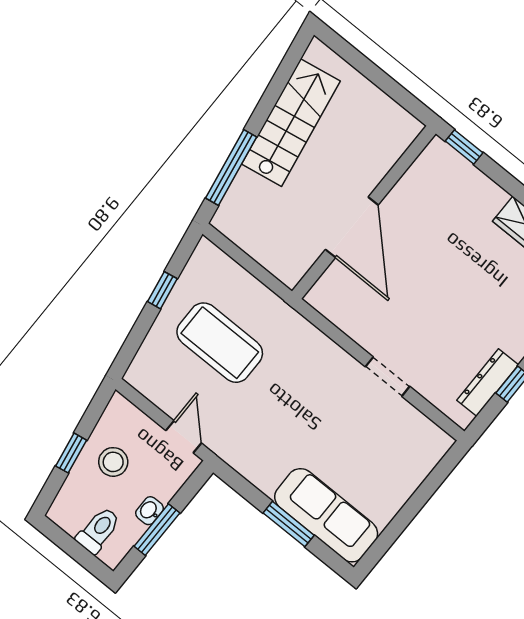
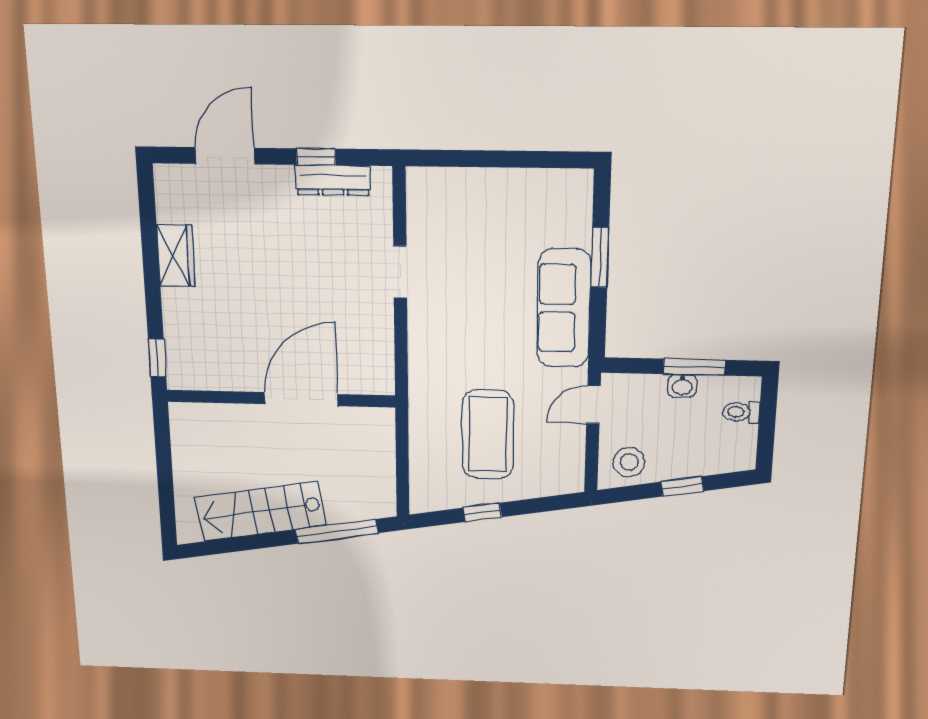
stool: (113, 462) -> (629, 462), moved
sofa: (326, 515) -> (564, 308), moved
toilet: (98, 530) -> (741, 412), width x0.73, depth x0.72

